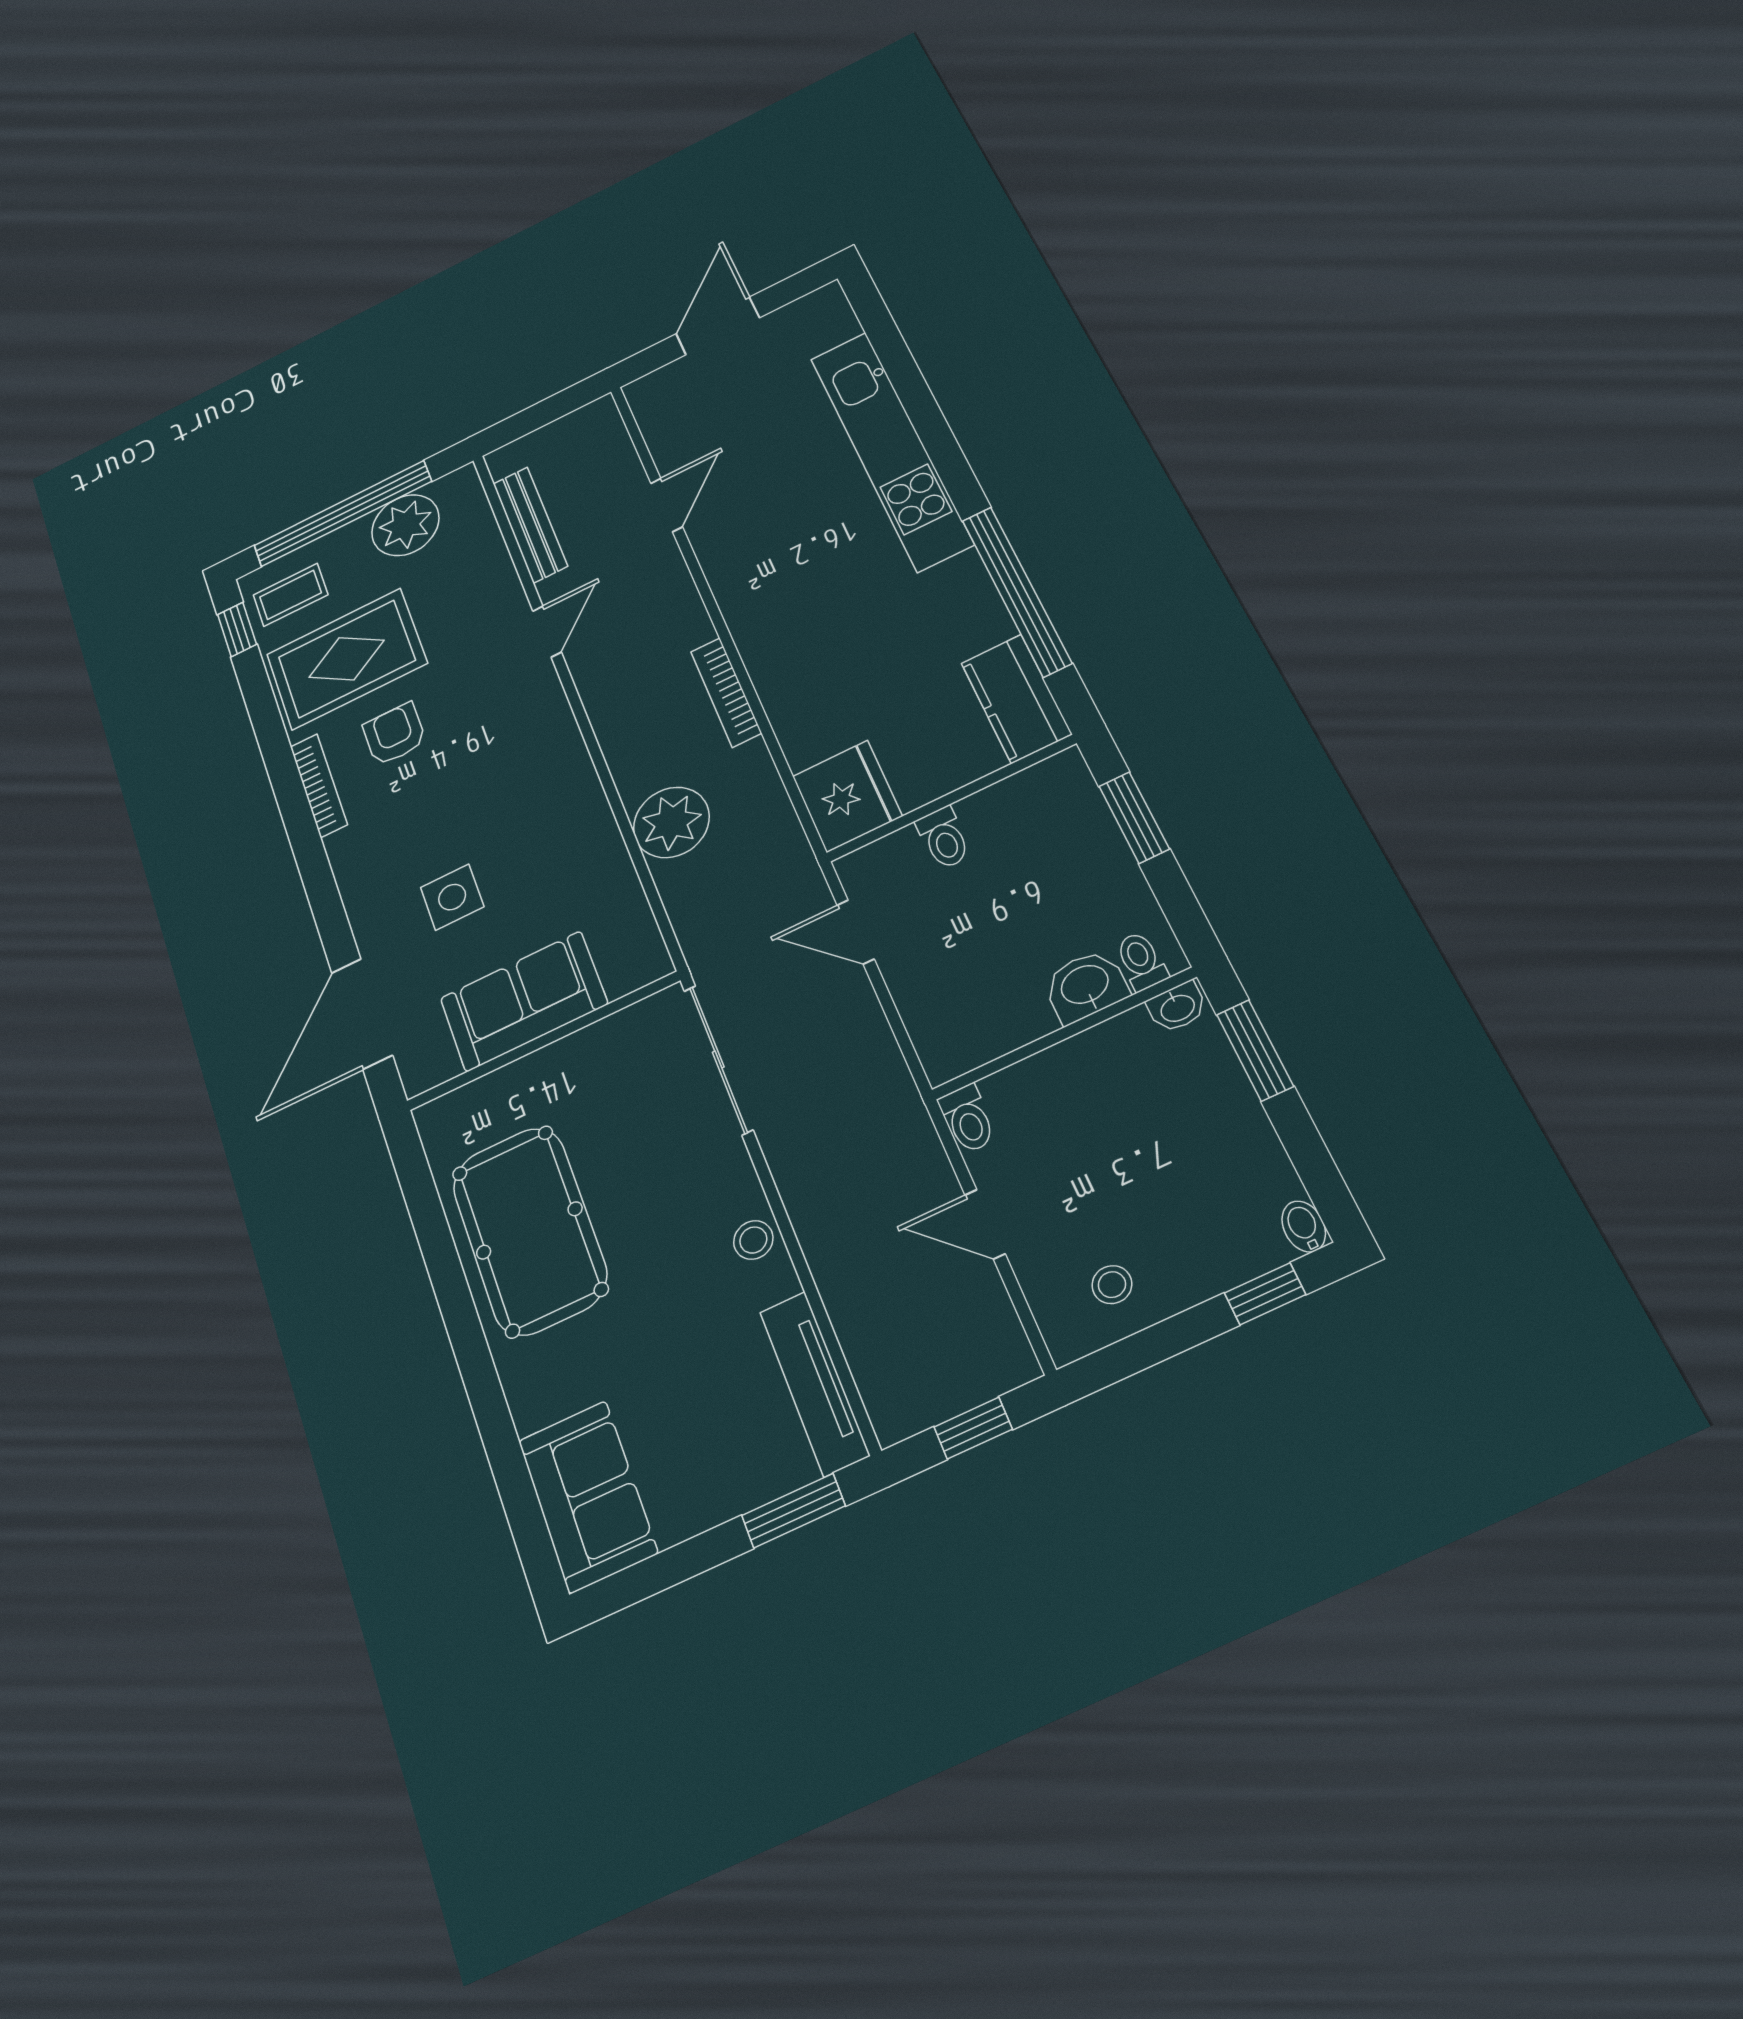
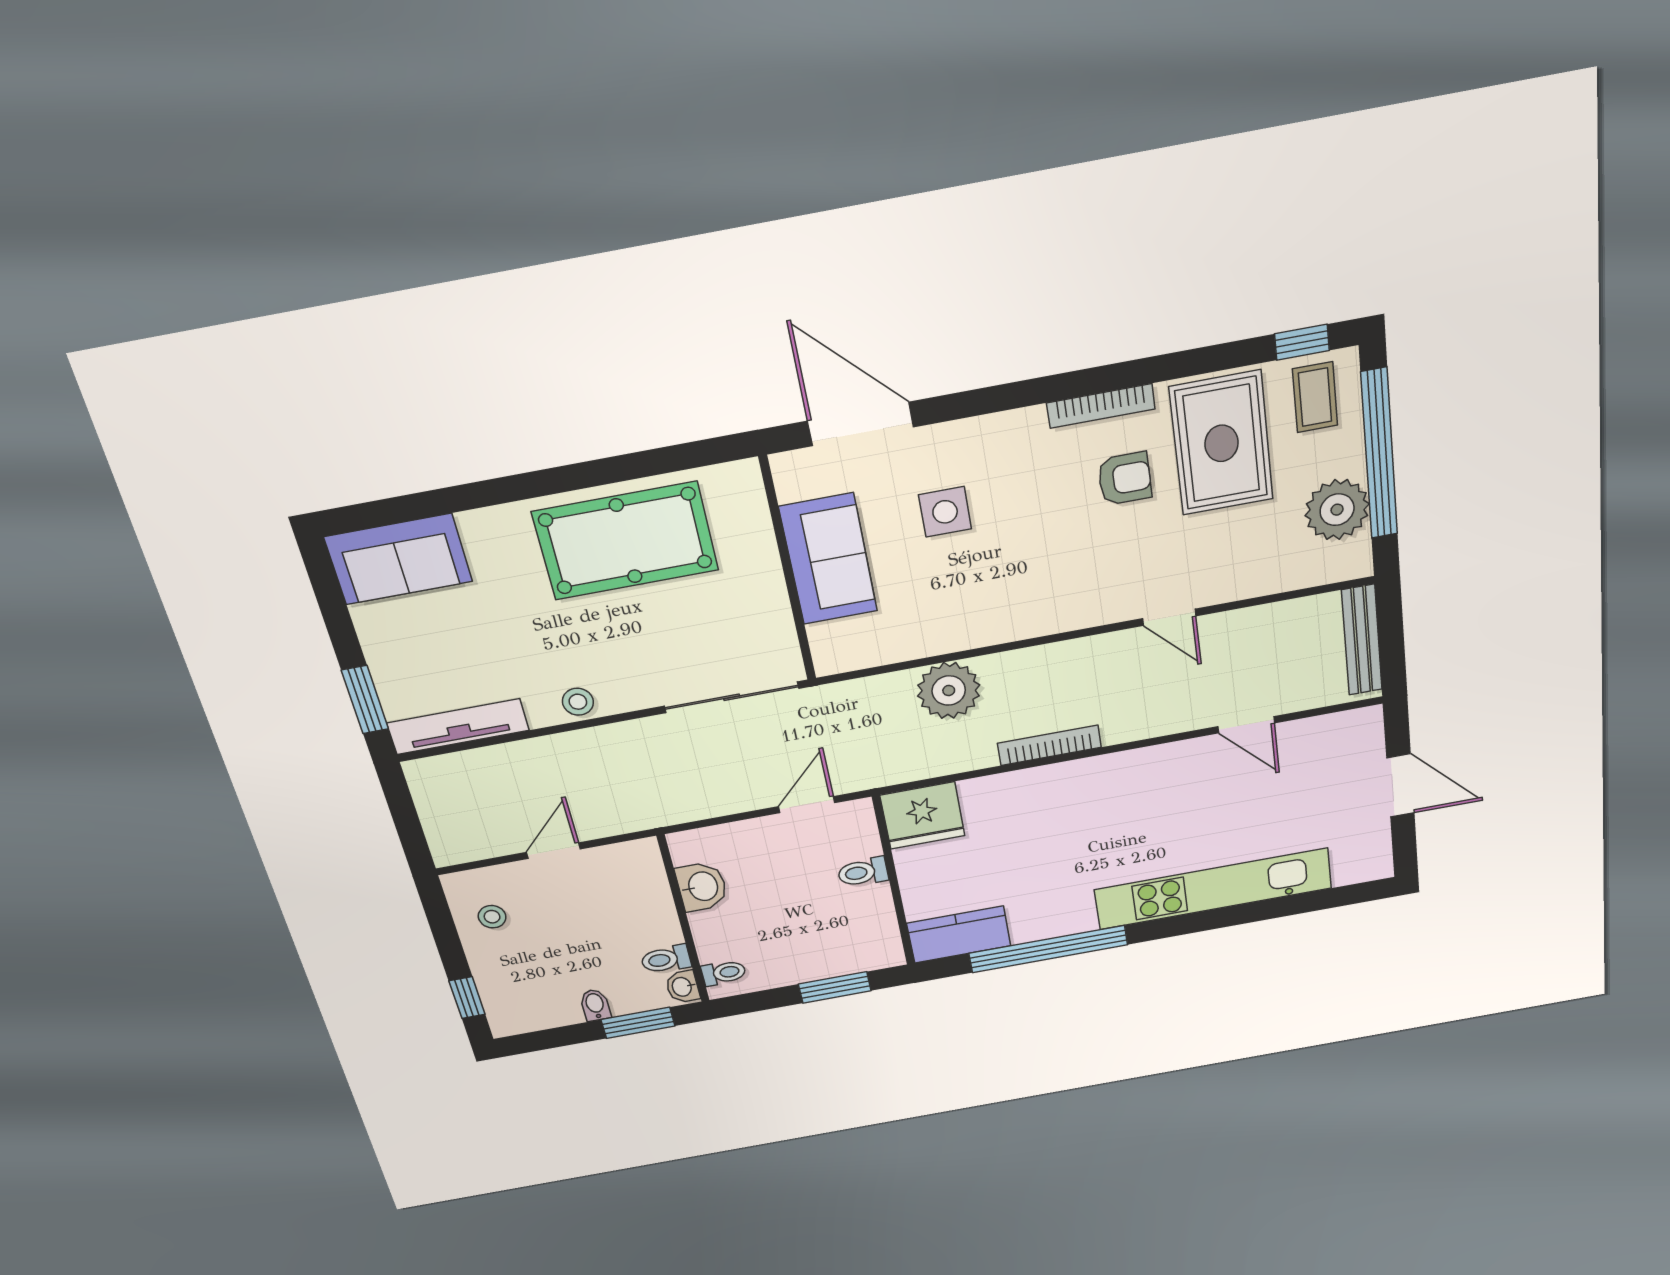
bench: (530, 525) -> (1362, 640), moved, turned 90
washbasin: (1085, 986) -> (702, 887), moved
toilet: (968, 1119) -> (666, 959), moved
bidet: (1304, 1226) -> (595, 1005), moved, turned -90
window: (973, 1428) -> (406, 820), removed

